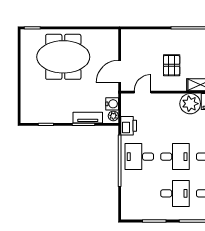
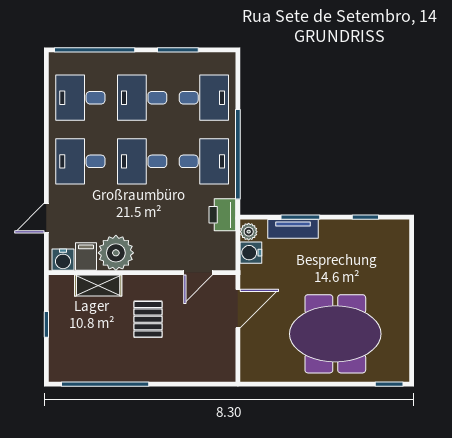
desk: (139, 193) -> (204, 98), added

